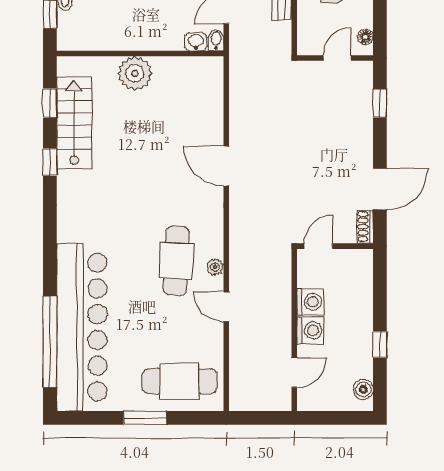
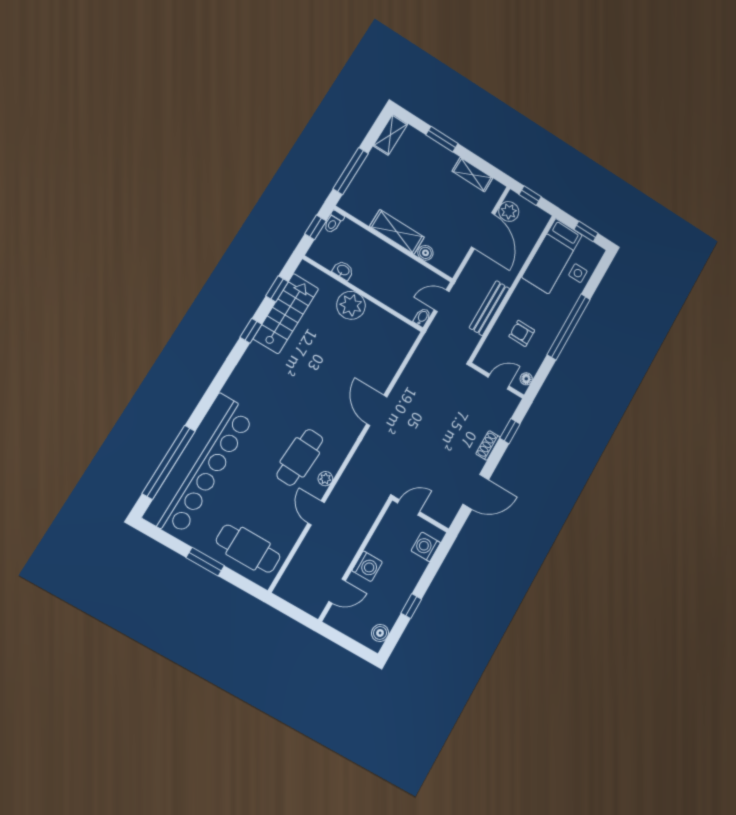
washbasin: (196, 42) -> (343, 270), moved
shoe rack: (365, 227) -> (488, 446), moved
washing machine: (310, 302) -> (426, 547), moved, turned 180

